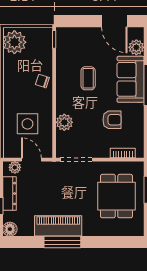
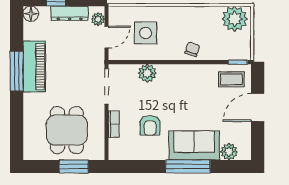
door: (114, 21) -> (258, 107), moved
coffee table: (88, 78) -> (231, 79), moved
bookcase: (123, 153) -> (114, 124), moved
dining table: (116, 196) -> (67, 130), turned 90

